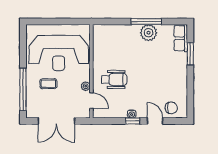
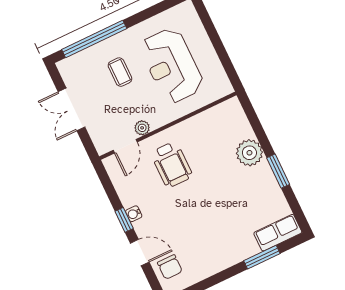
window: (146, 21) -> (278, 171), width x0.69
plant: (149, 33) -> (249, 153), moved
reception desk: (59, 53) -> (172, 66), width x0.74, depth x0.77
double door: (56, 121) -> (71, 109), width x0.73
door: (155, 121) -> (140, 253), hinge flipped

